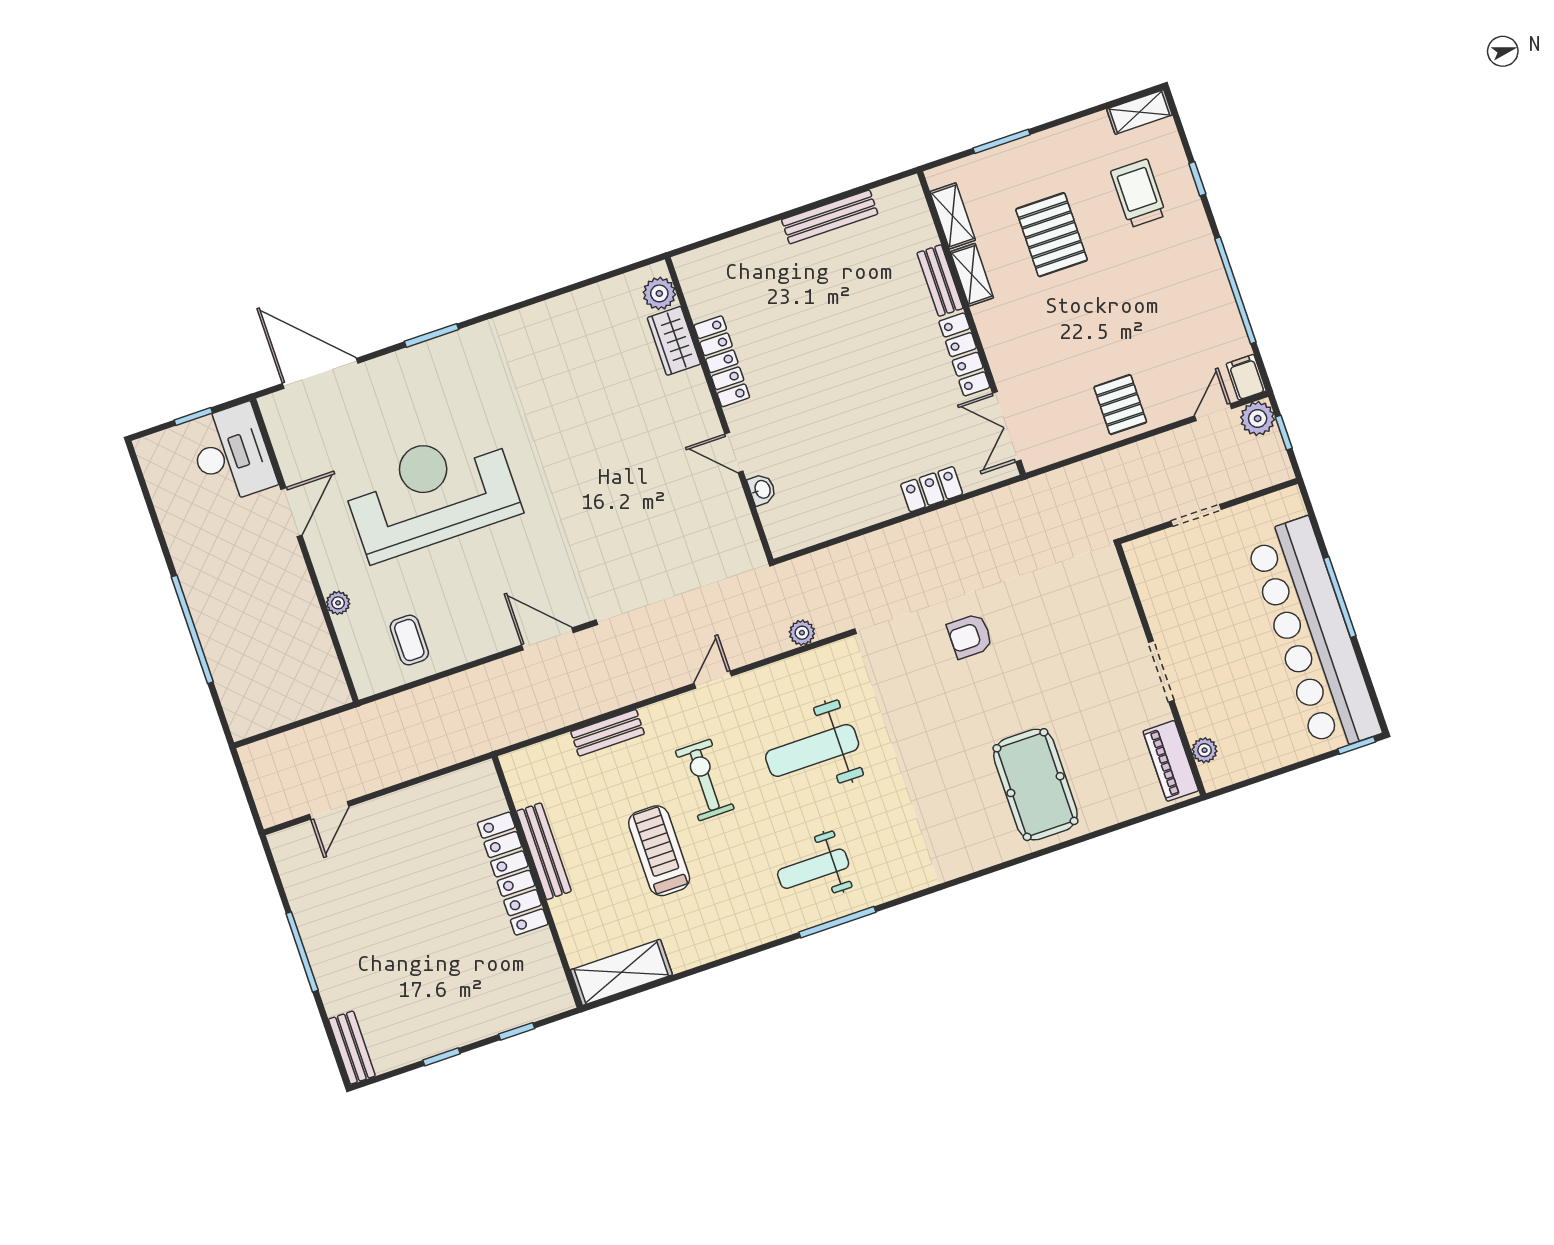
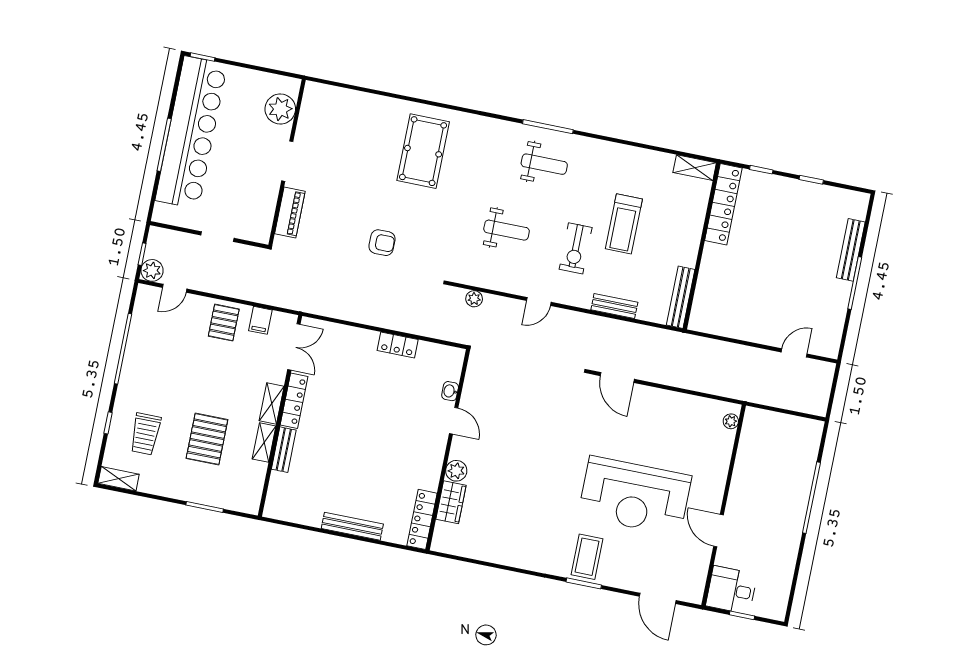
shelving: (953, 216) -> (272, 403), moved
bench: (830, 217) -> (352, 526), moved
plant: (659, 293) -> (456, 471), moved
locker: (722, 361) -> (422, 519), moved
door: (320, 373) -> (658, 598), width x0.73
filing cabinet: (1246, 377) -> (260, 320), moved
desk: (231, 454) -> (731, 590), width x0.73
locker: (932, 489) -> (398, 345), moved
door: (291, 512) -> (718, 531), hinge flipped
plant: (338, 603) -> (731, 421), moved
coffee table: (409, 640) -> (587, 557), moved, width x1.36, depth x1.30
weight bench: (812, 750) -> (507, 230), width x0.73, depth x0.75
plant: (1205, 750) -> (280, 109), width x1.88, depth x1.88
piano: (1171, 761) -> (290, 212), moved
pool table: (1035, 785) -> (423, 151), moved
bench: (544, 851) -> (681, 297), moved
locker: (513, 874) -> (723, 204), moved
shelving: (621, 972) -> (695, 168), width x0.67, depth x0.75
bench: (352, 1048) -> (851, 250), moved, width x1.36

